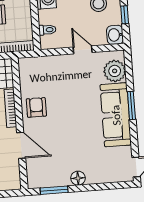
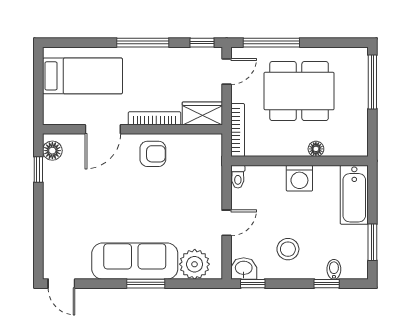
window: (125, 15) -> (253, 284), moved
toilet: (47, 30) -> (238, 177), moved
floor lamp: (78, 178) -> (52, 151), moved
window: (54, 190) -> (38, 170), width x0.67

